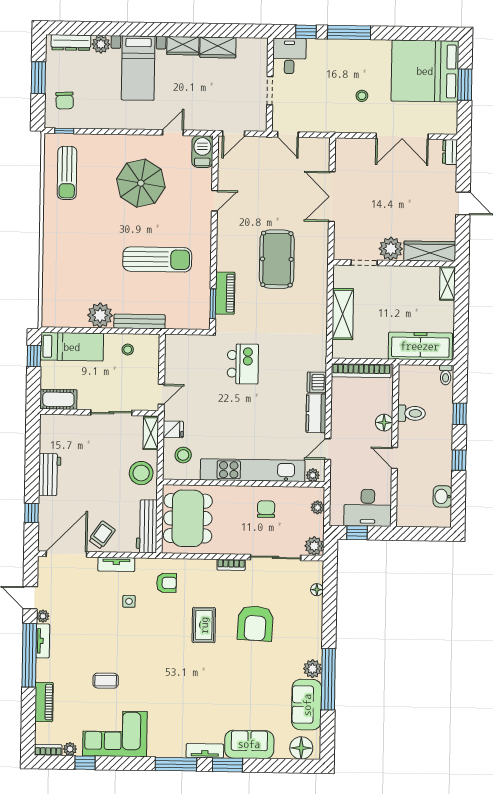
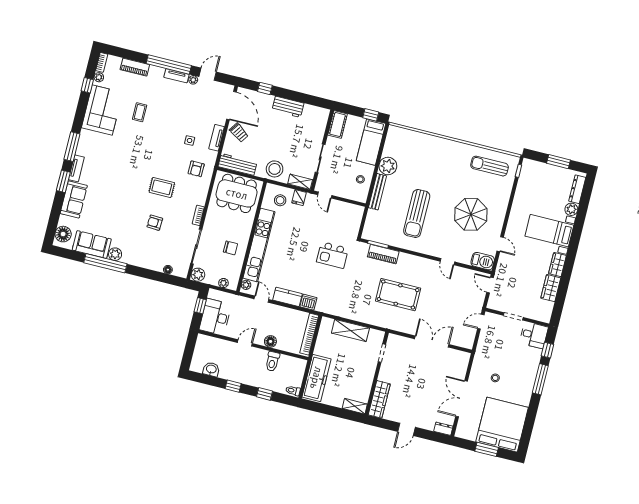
chair: (65, 100) -> (539, 176), removed
plant: (391, 249) -> (387, 373), removed
armchair: (255, 623) -> (155, 223), width x0.53, depth x0.53

